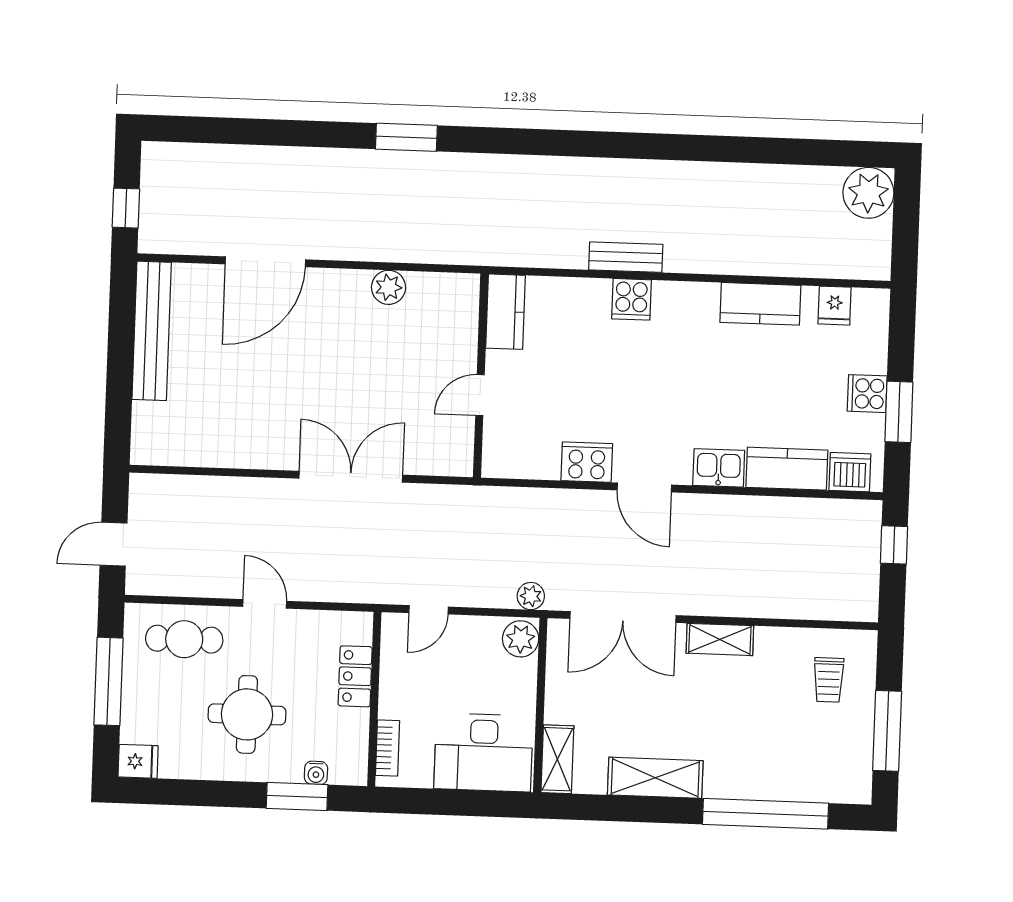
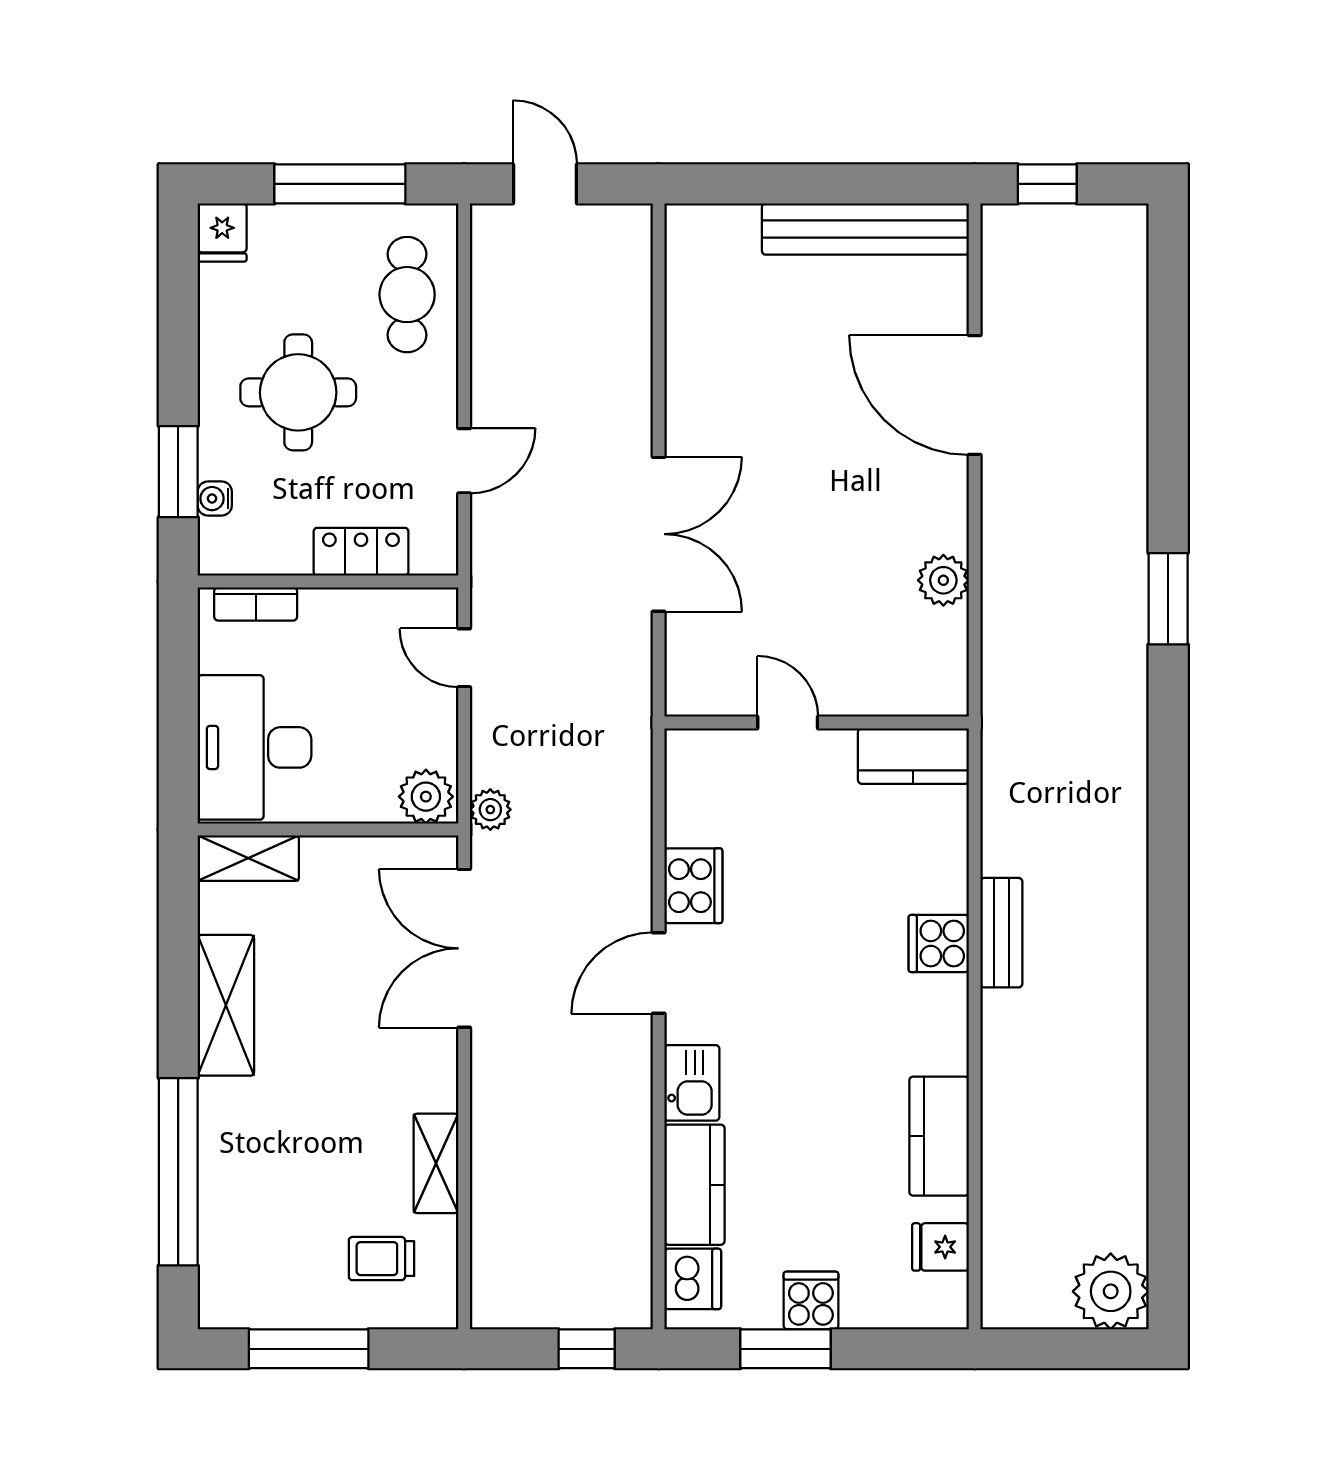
door: (265, 604) -> (464, 461), moved
shelving: (720, 639) -> (436, 1163), moved

